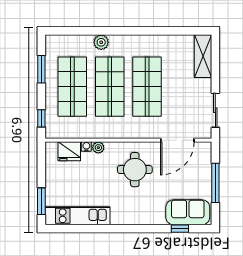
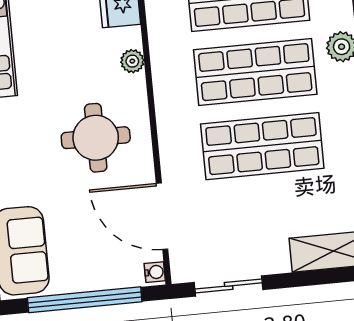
water cooler: (86, 147) -> (155, 272), moved
window: (215, 183) -> (85, 300), width x1.46

